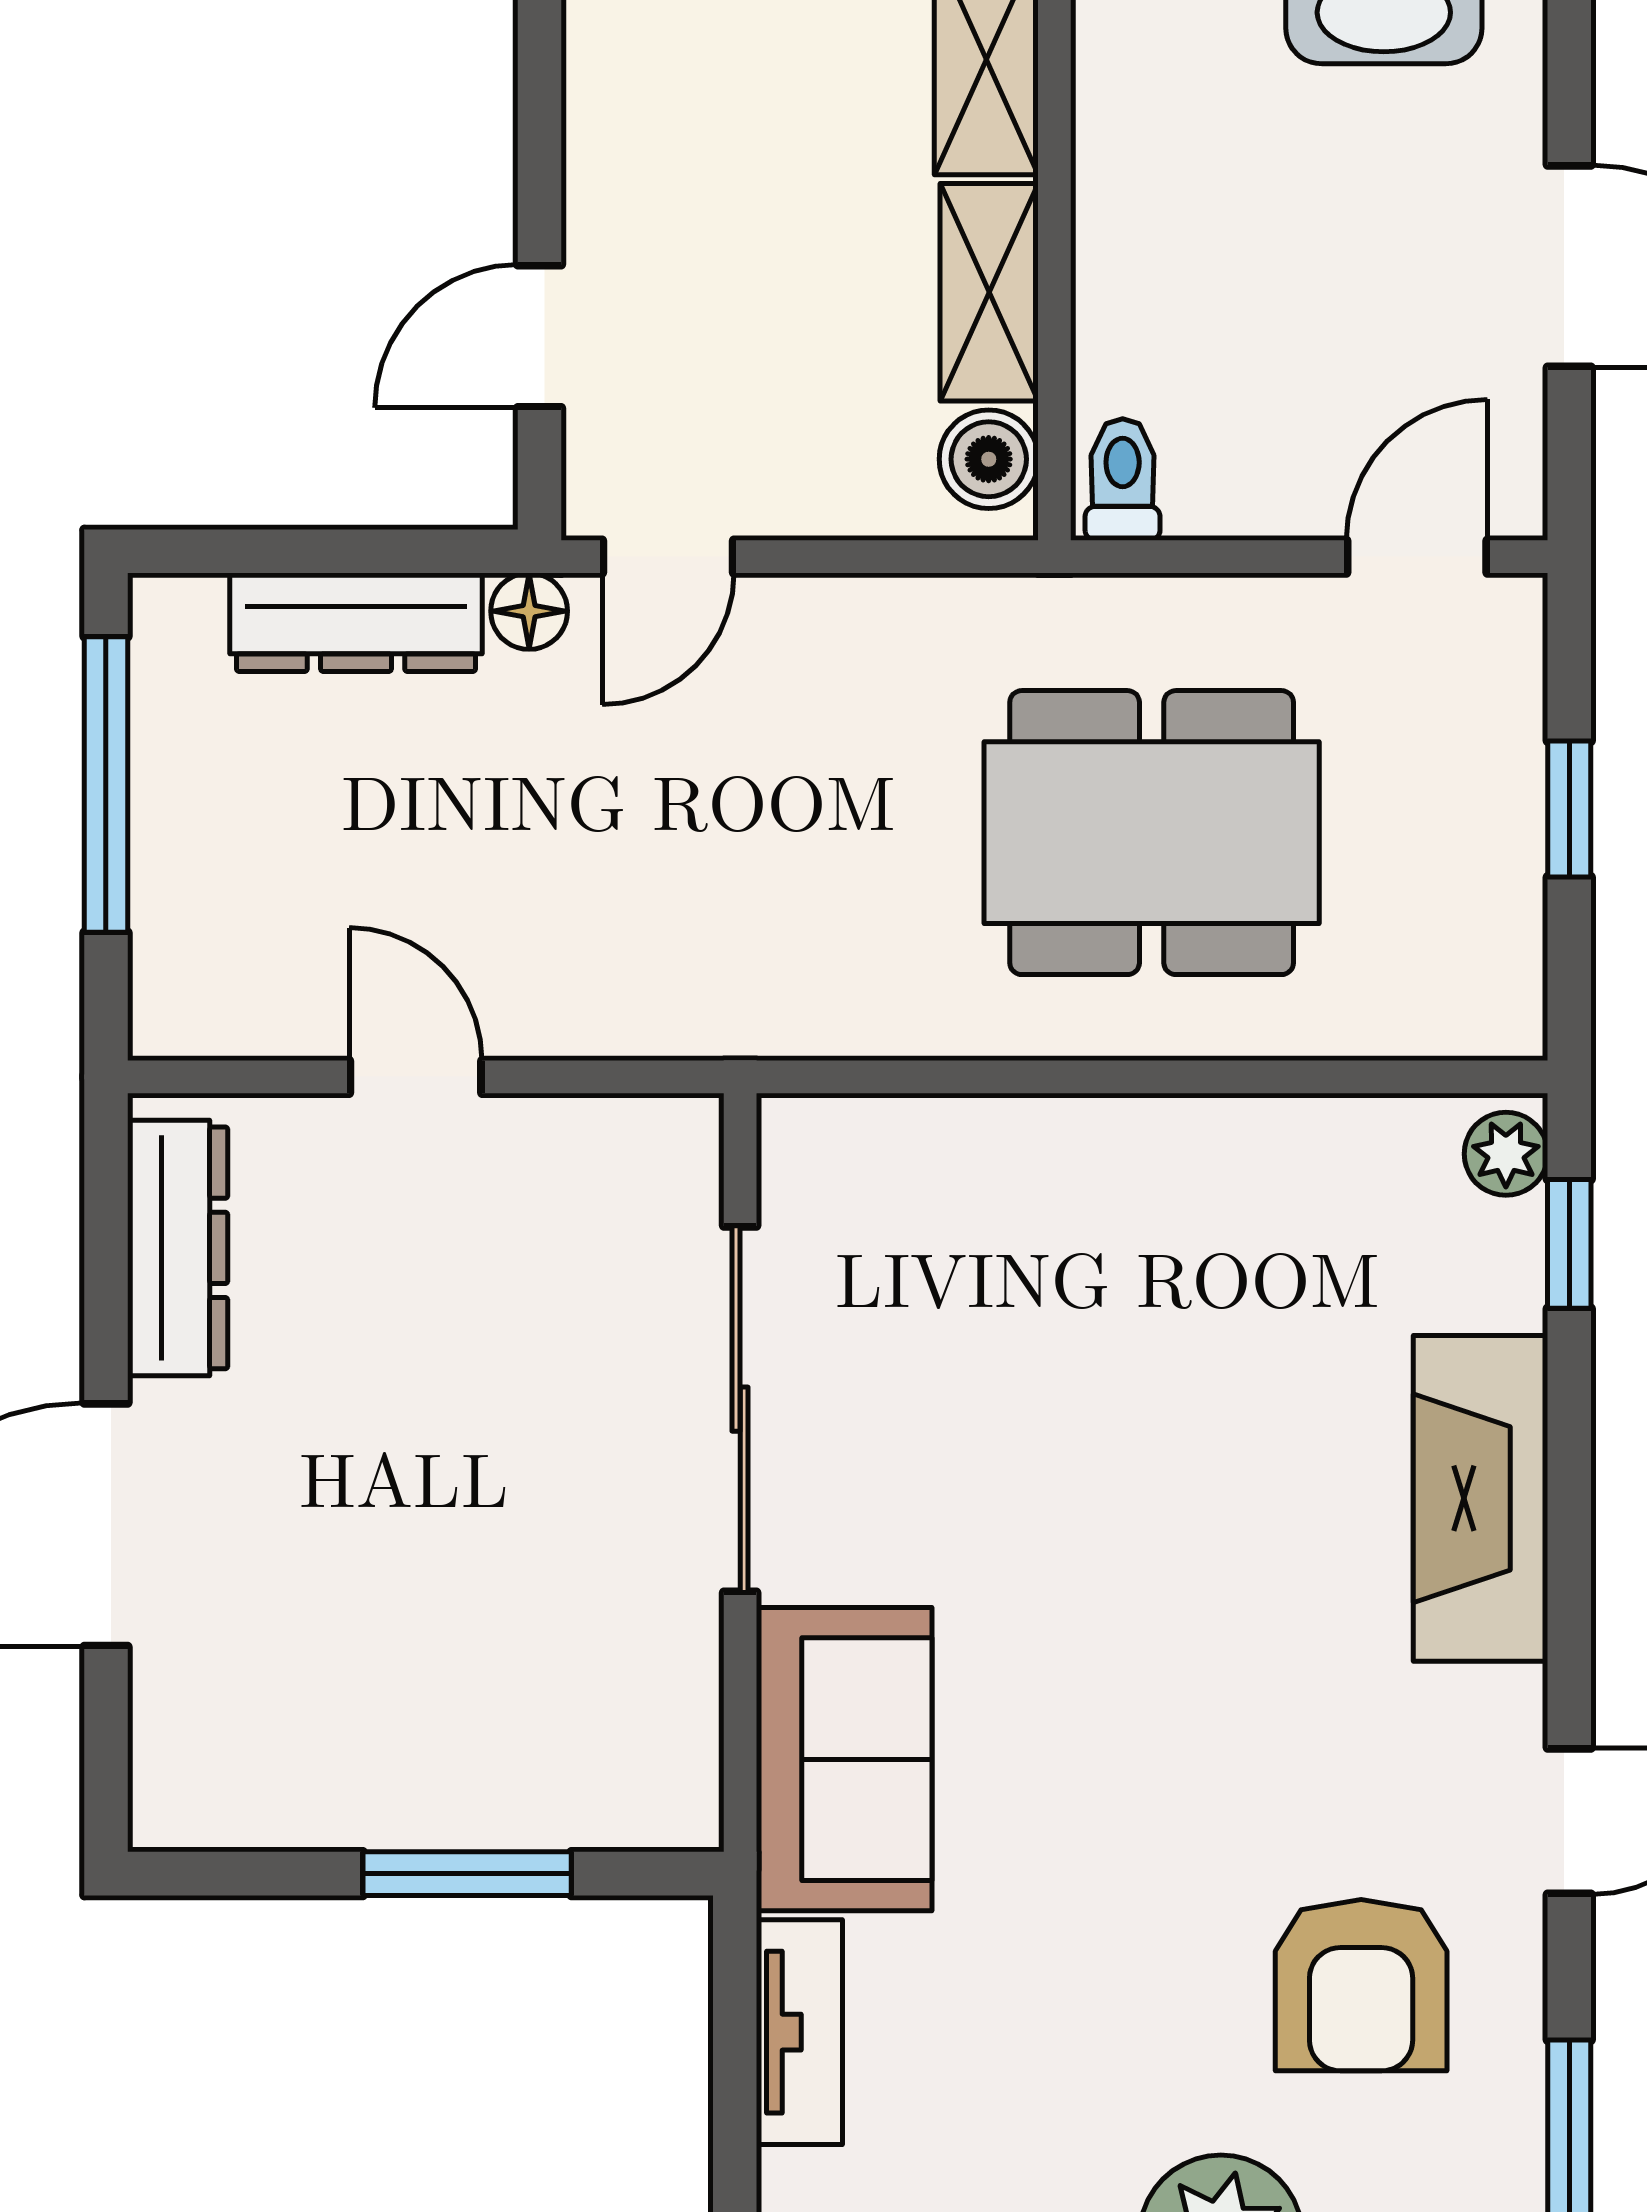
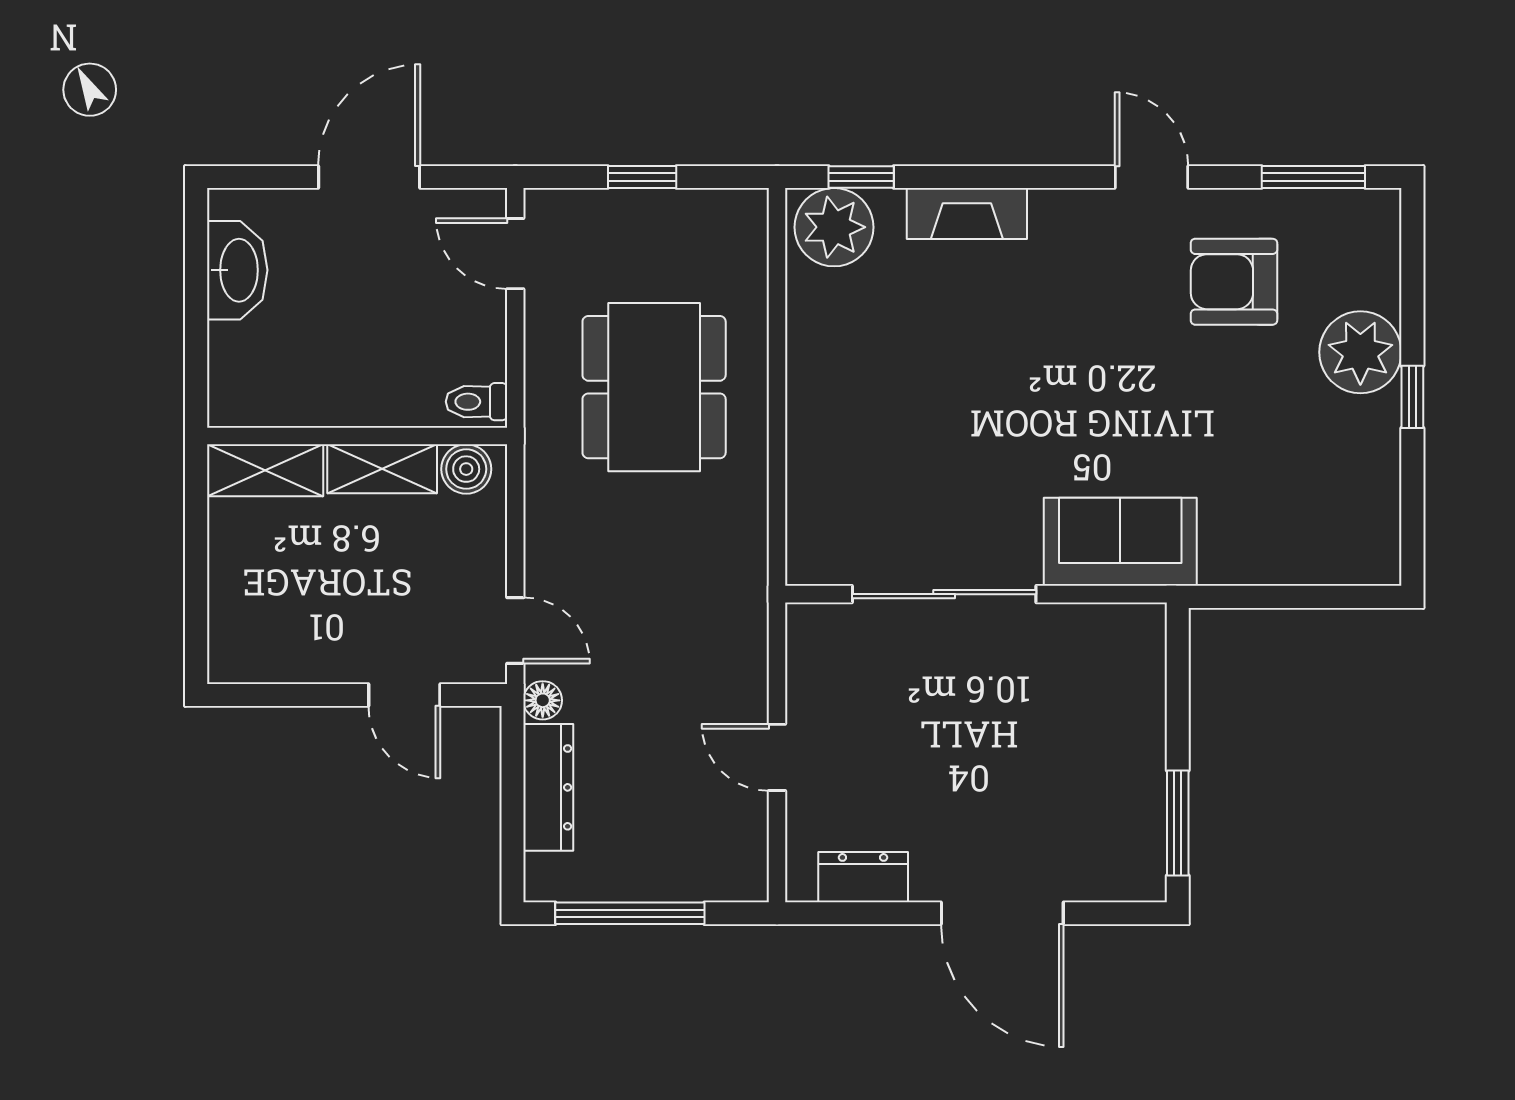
door: (416, 1077) -> (777, 757), hinge flipped
plant: (1506, 1154) -> (834, 227), width x1.87, depth x1.87
dresser: (178, 1248) -> (863, 877), width x0.70
fireplace: (1481, 1498) -> (967, 213), width x0.73, depth x0.76
window: (467, 1874) -> (1178, 823), moved
armchair: (1361, 1985) -> (1234, 282), turned 180
tv unit: (799, 2032) -> (1258, 564), removed

